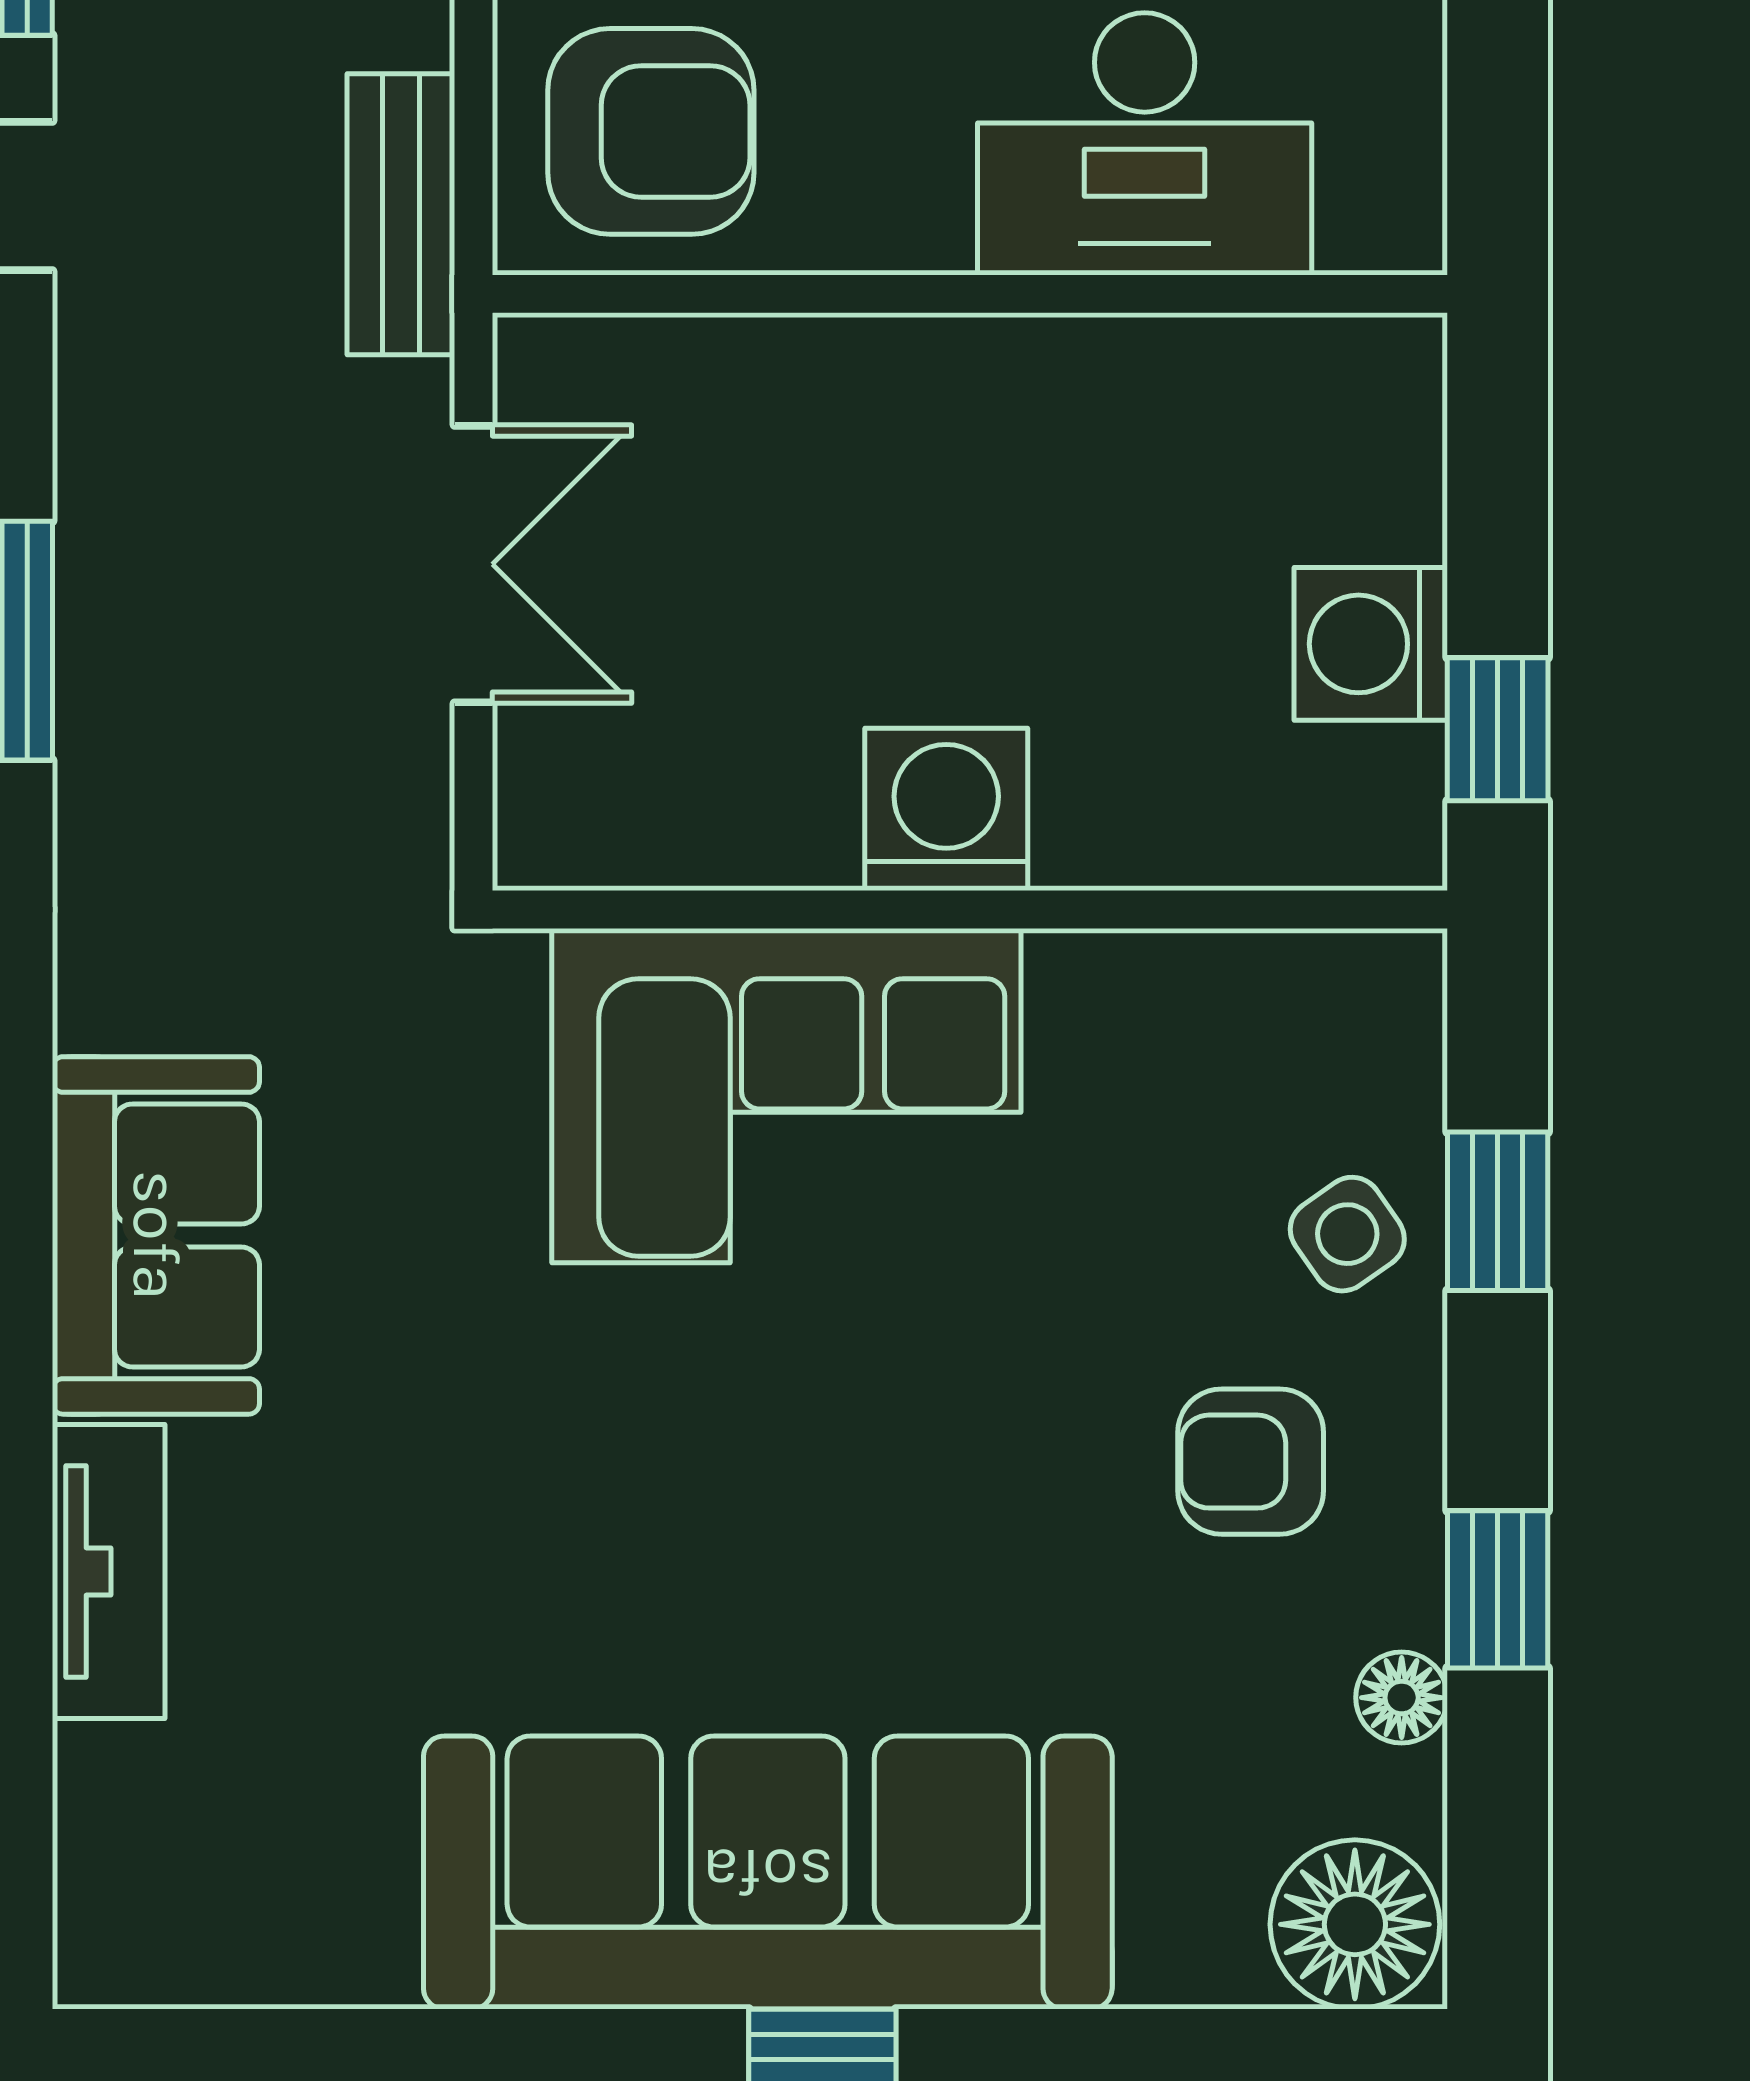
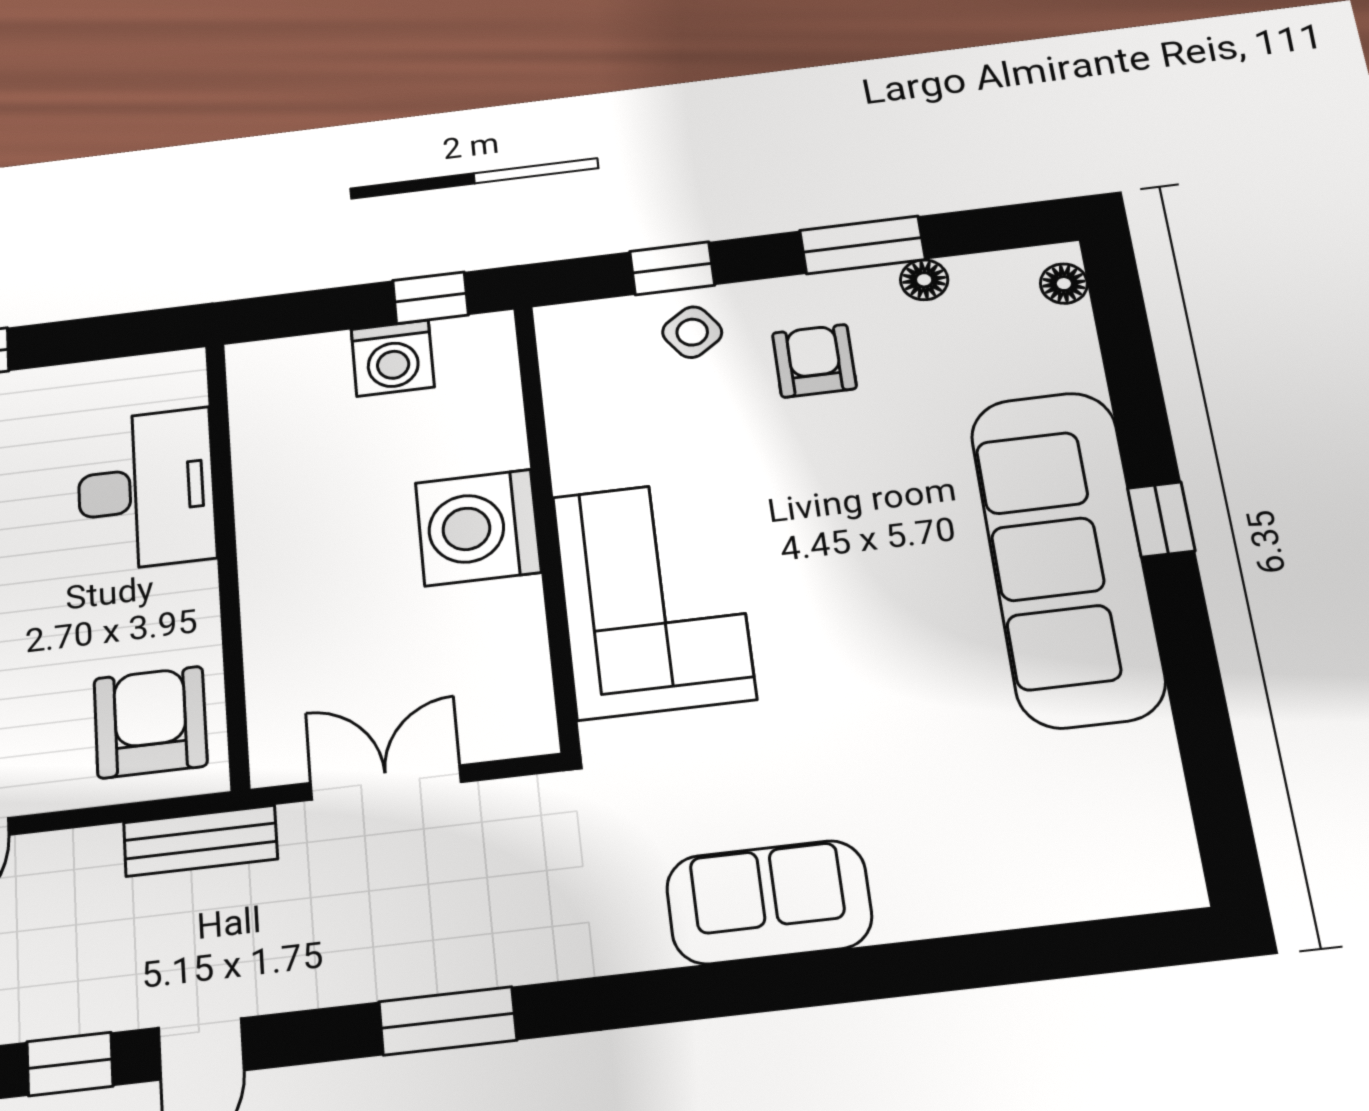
washing machine: (946, 809) -> (478, 527), width x1.37, depth x1.37
armchair: (1251, 1462) -> (814, 361), turned 180
tv unit: (109, 1571) -> (960, 905), removed
window: (1498, 1589) -> (862, 245), width x1.50
floor lamp: (1355, 1924) -> (1064, 284), width x0.53, depth x0.53

